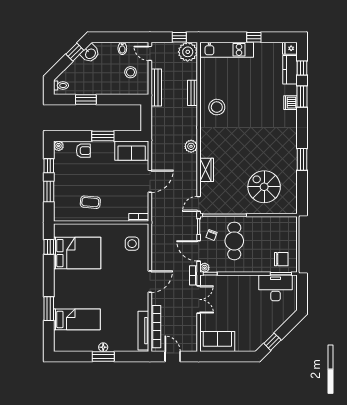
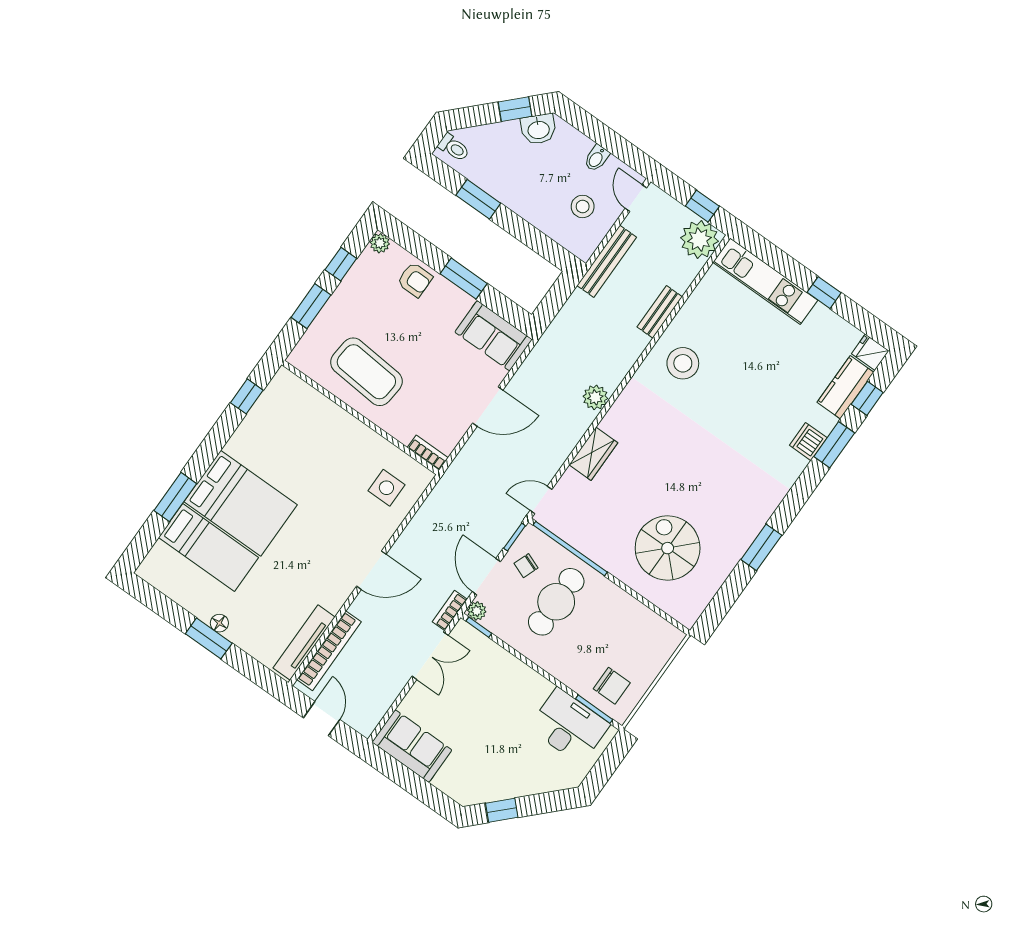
coffee table: (90, 202) -> (366, 372), width x1.86, depth x1.72
bed: (77, 253) -> (241, 503), moved

